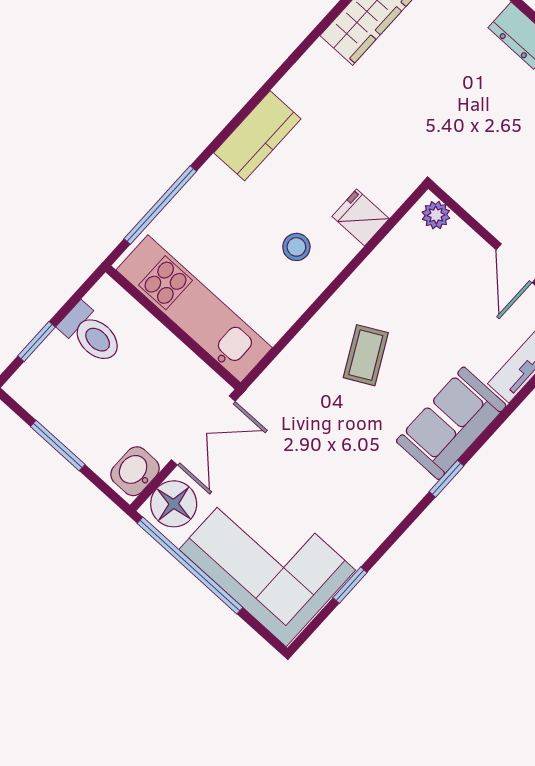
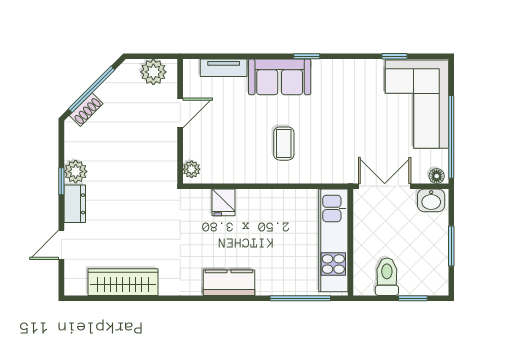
stool: (296, 247) -> (263, 219), removed
coffee table: (366, 355) -> (284, 144), turned -62
floor lamp: (174, 504) -> (437, 176), width x0.53, depth x0.53

